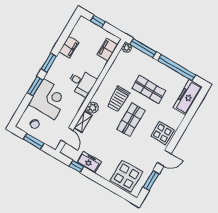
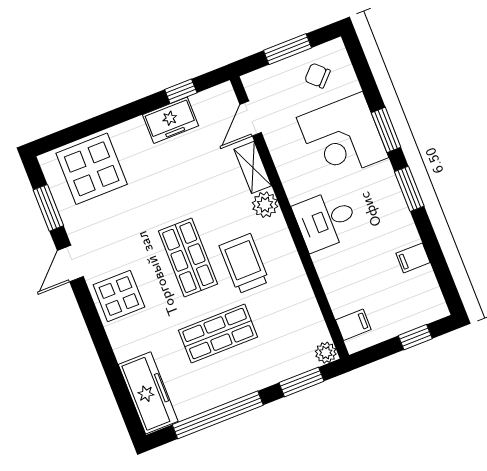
filing cabinet: (69, 47) -> (413, 258), width x0.50
window: (143, 48) -> (302, 382), width x0.69
filing cabinet: (107, 50) -> (353, 325), width x0.50
door: (67, 135) -> (251, 119), hinge flipped

